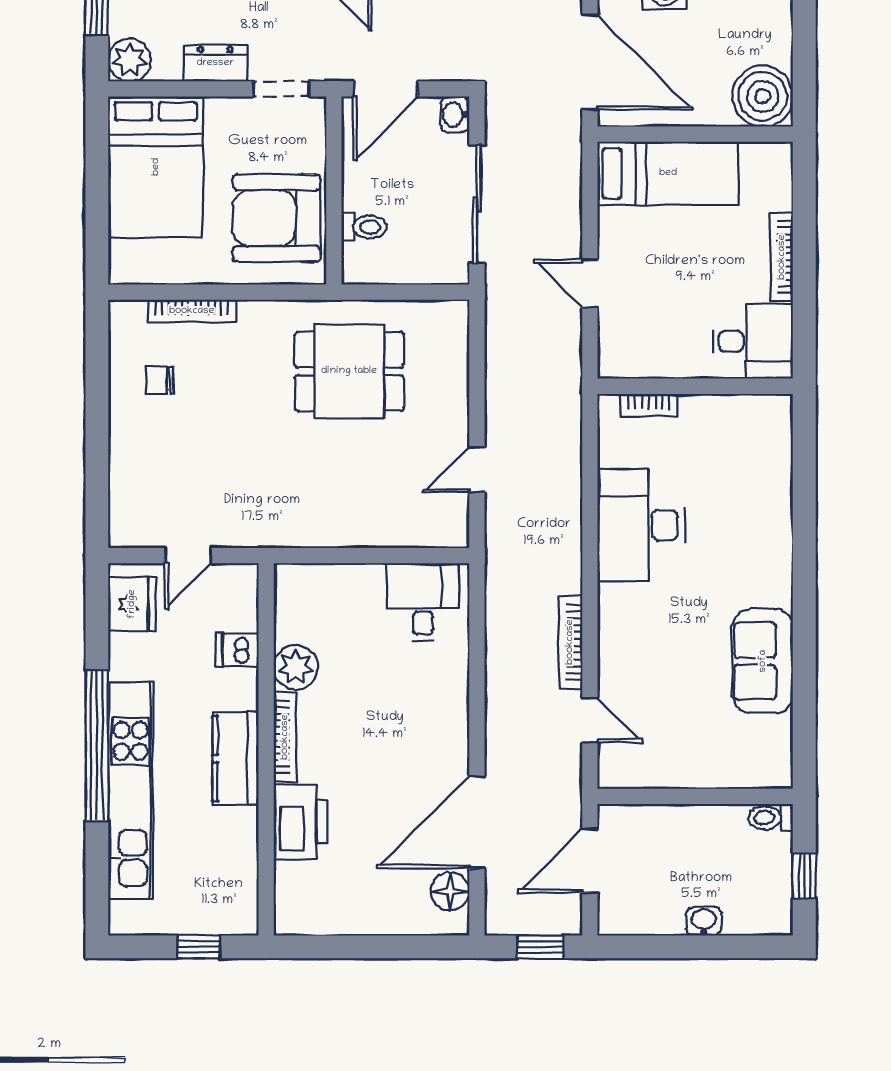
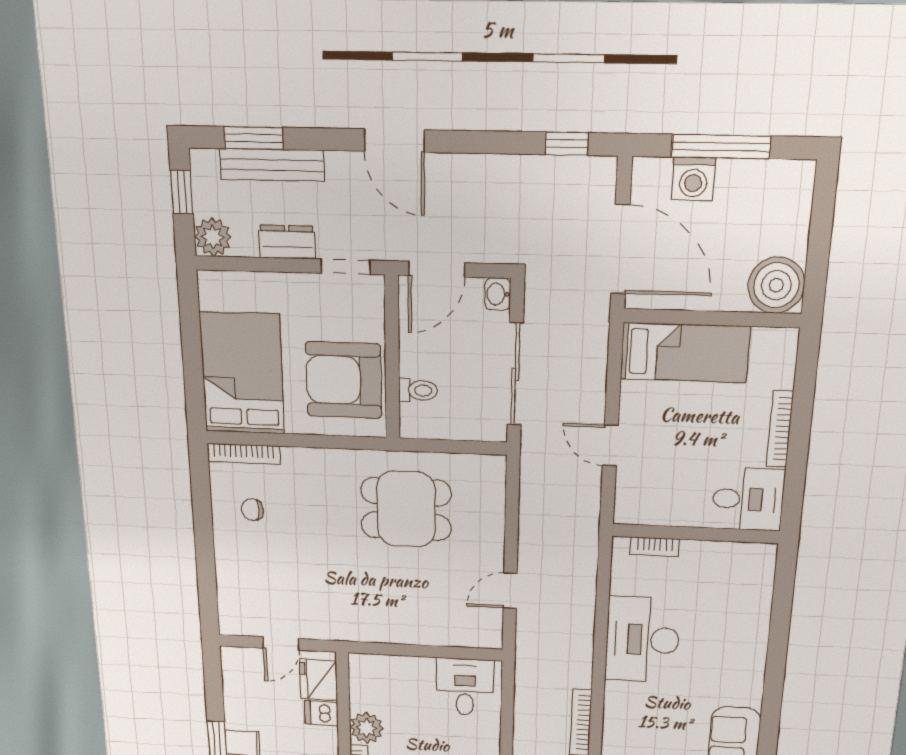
bed: (156, 167) -> (242, 373), moved, turned 180
bookcase: (192, 311) -> (244, 454), moved
fridge: (132, 604) -> (319, 680), moved, turned 180

